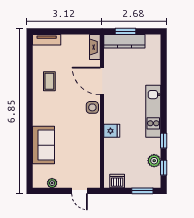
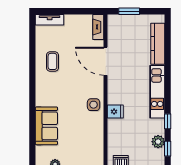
kitchen counter: (124, 41) -> (158, 44), moved, turned 90
side table: (92, 107) -> (94, 105), moved

